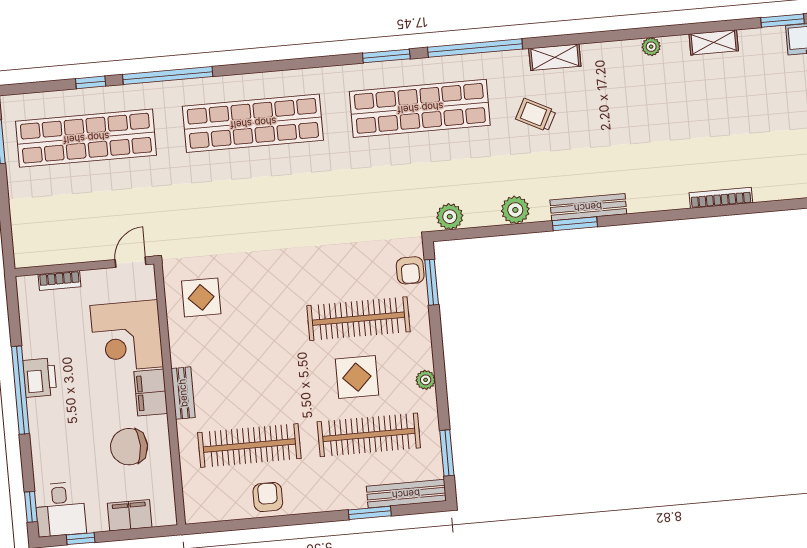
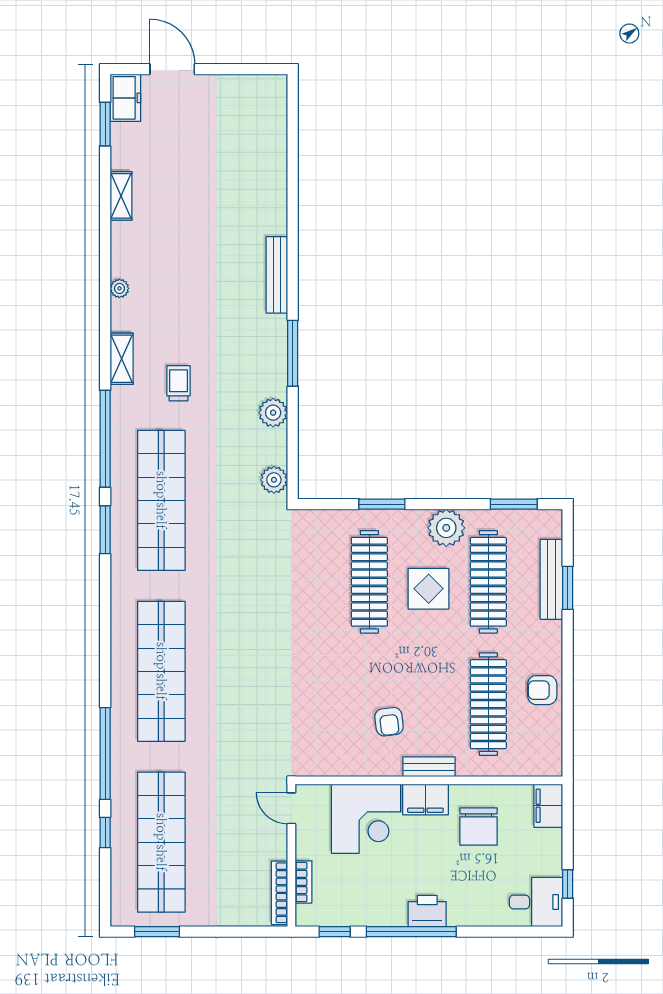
plant: (651, 47) -> (119, 288), moved
trolley: (536, 115) -> (178, 383), turned 153
bookcase: (721, 198) -> (279, 893), moved
bench: (588, 207) -> (277, 275), moved
window: (575, 224) -> (293, 353), width x1.44
armchair: (410, 270) -> (389, 722), moved, turned 83
window: (432, 282) -> (382, 504), moved
display table: (201, 297) -> (334, 740), removed
printer: (40, 378) -> (427, 911), moved
plant: (426, 380) -> (446, 528), width x1.88, depth x1.88
bench: (406, 494) -> (551, 579), moved
window: (31, 507) -> (335, 932), moved
filing cabinet: (130, 515) -> (548, 806), moved

